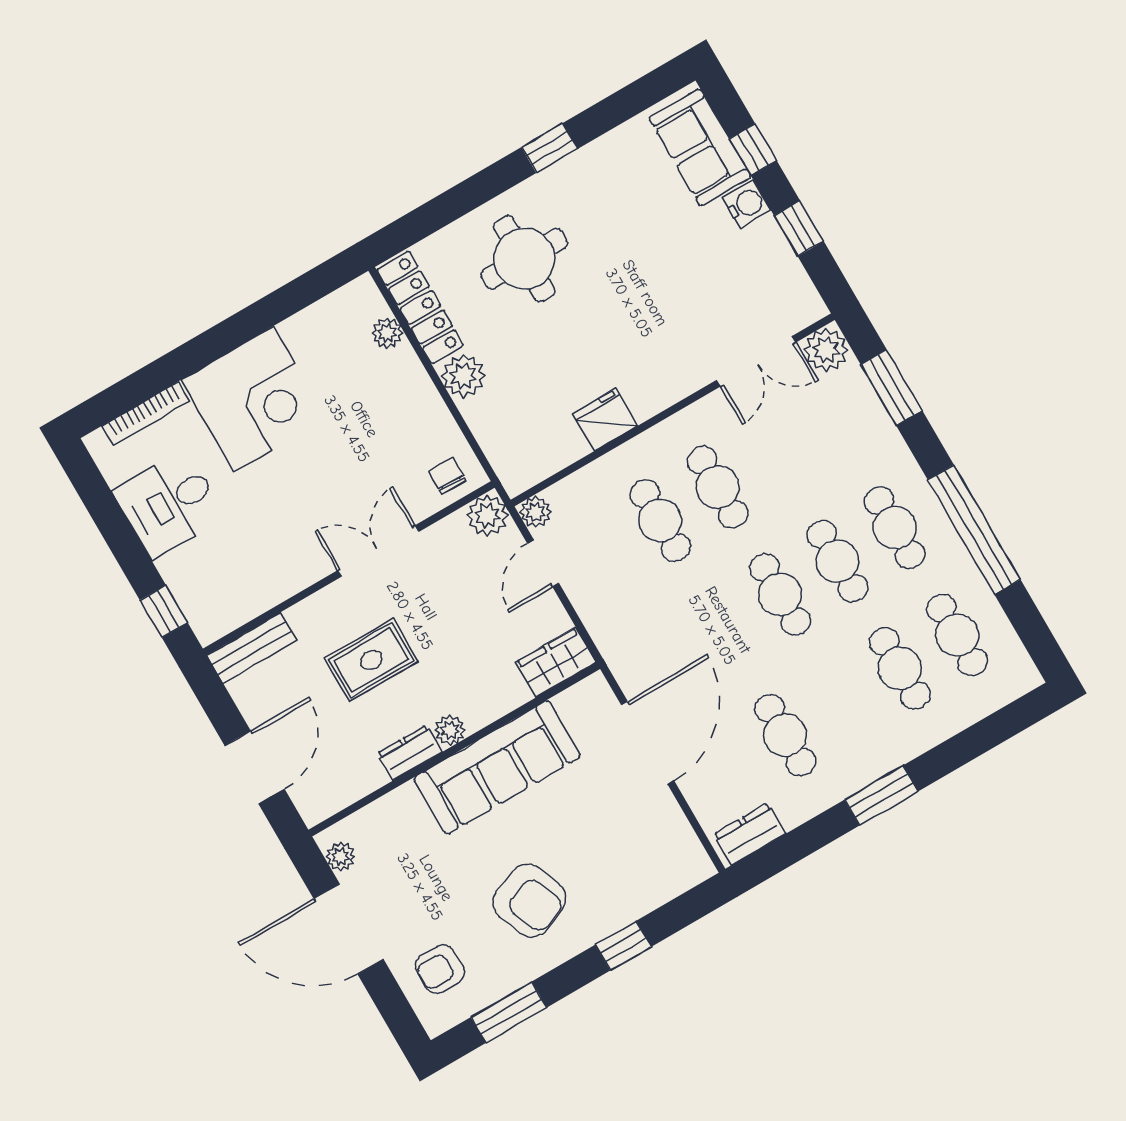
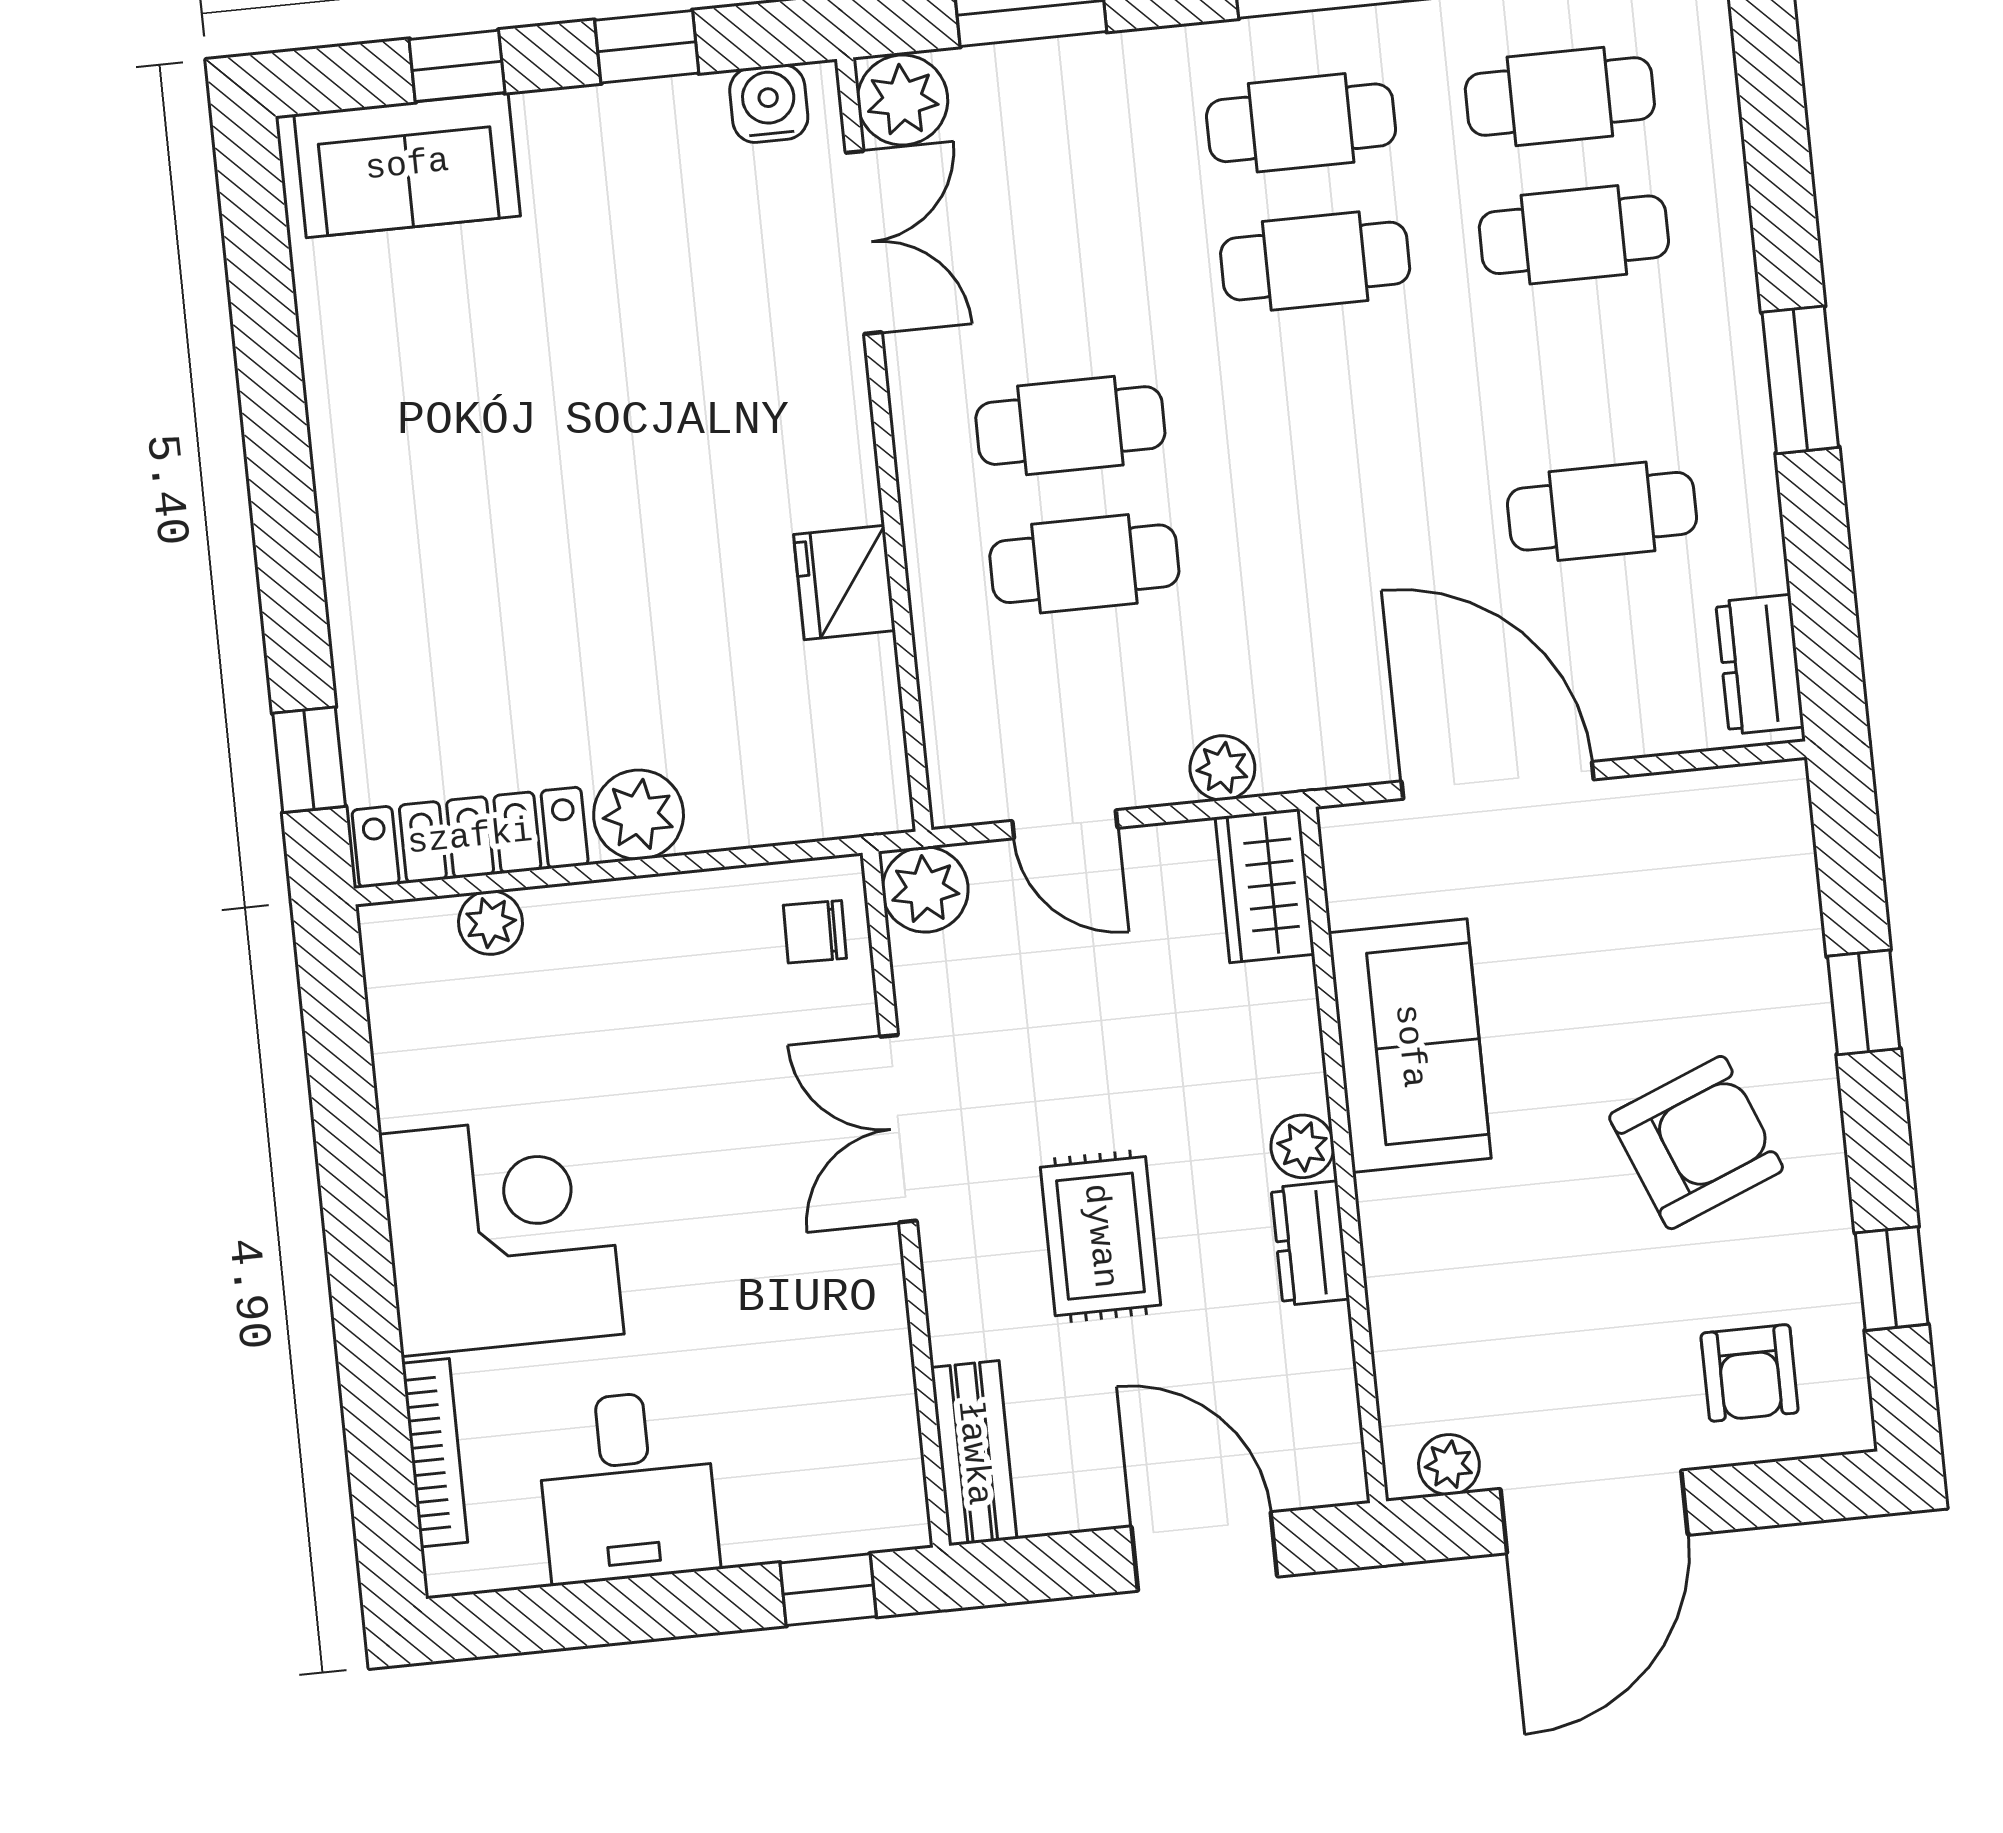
window: (550, 148) -> (309, 760), moved
water cooler: (747, 204) -> (769, 104), moved
round table: (524, 259) -> (467, 597), removed
plant: (535, 512) -> (1222, 768), moved
cafe table: (780, 594) -> (1329, 399), removed
sofa: (497, 767) -> (1410, 1046), width x0.73
window: (509, 1012) -> (1892, 1279), width x0.67

